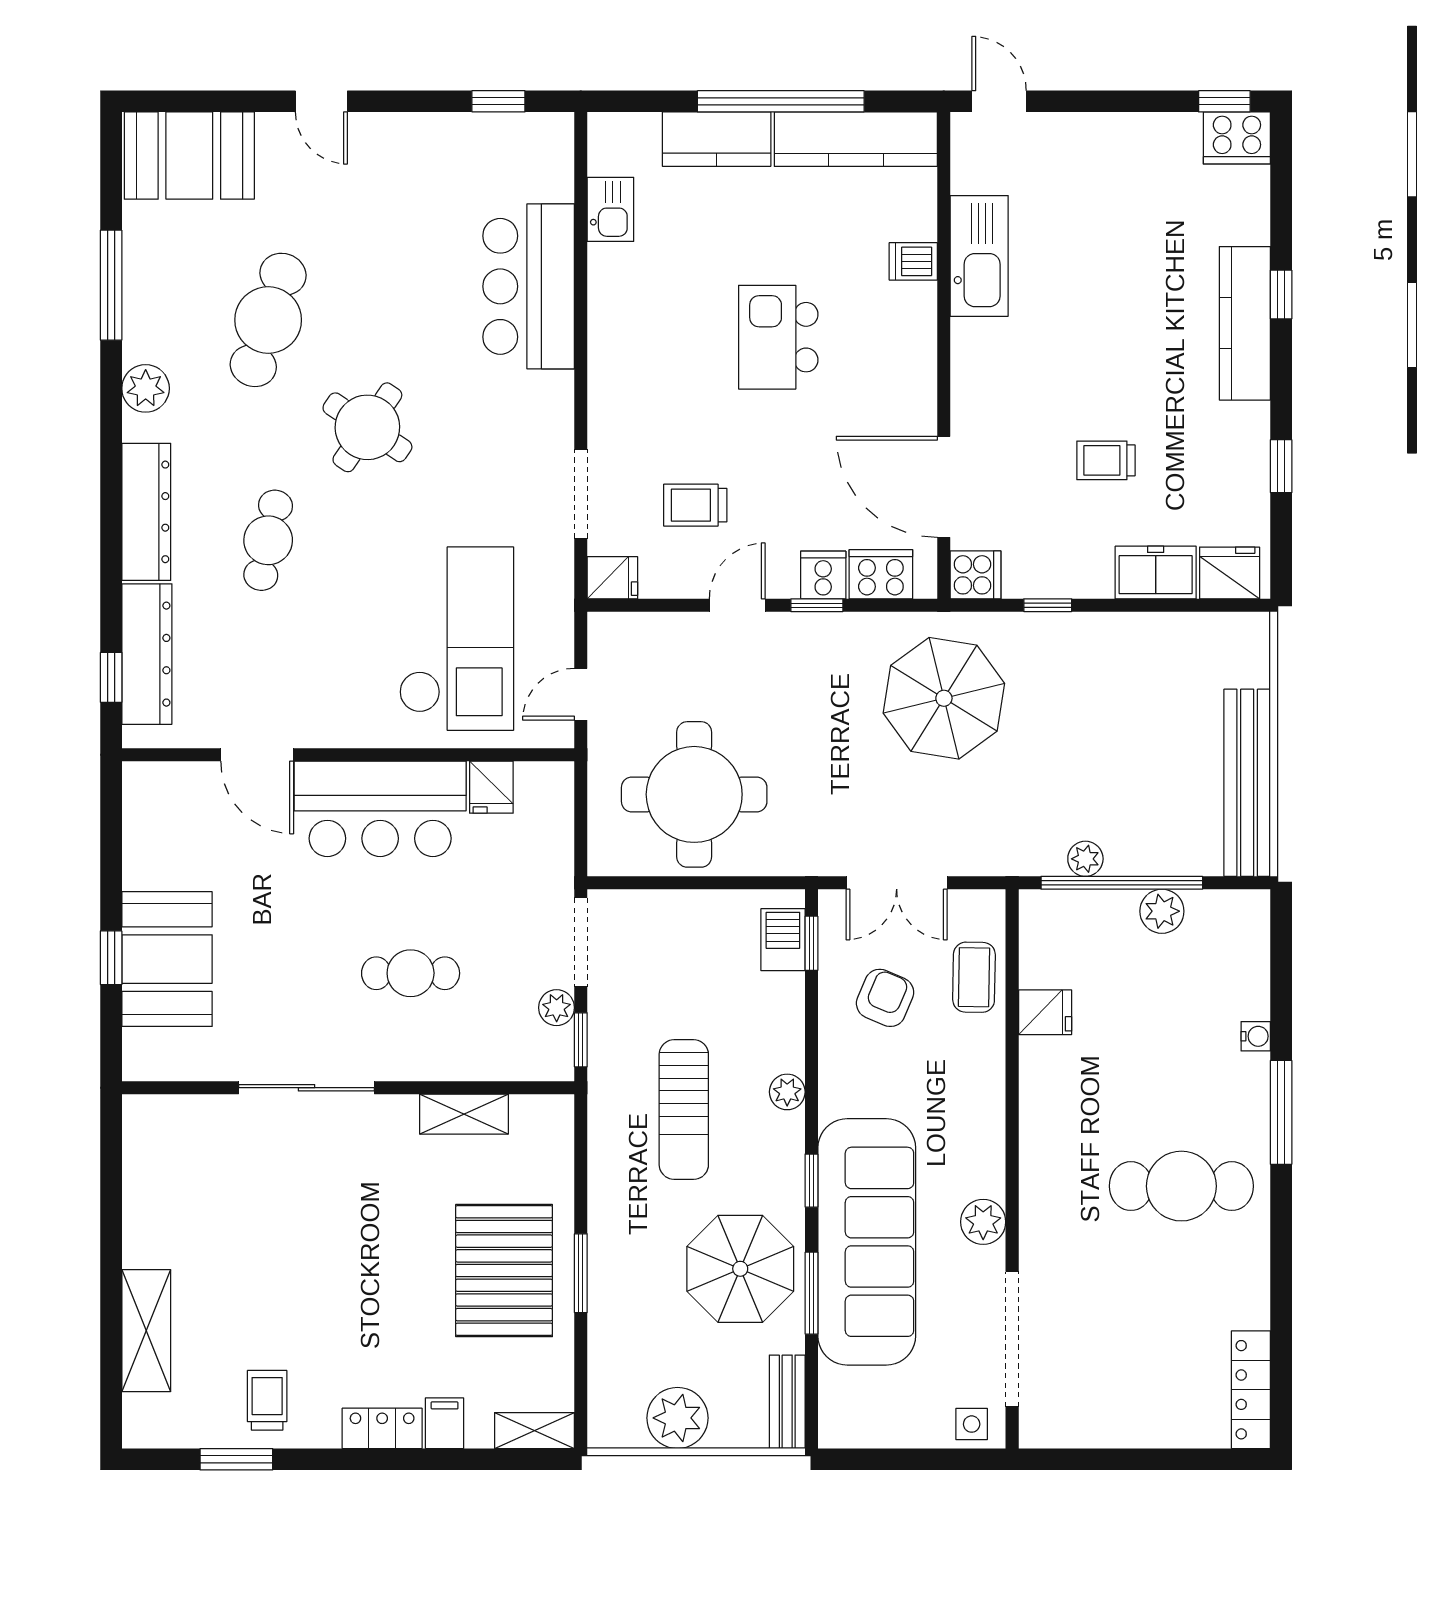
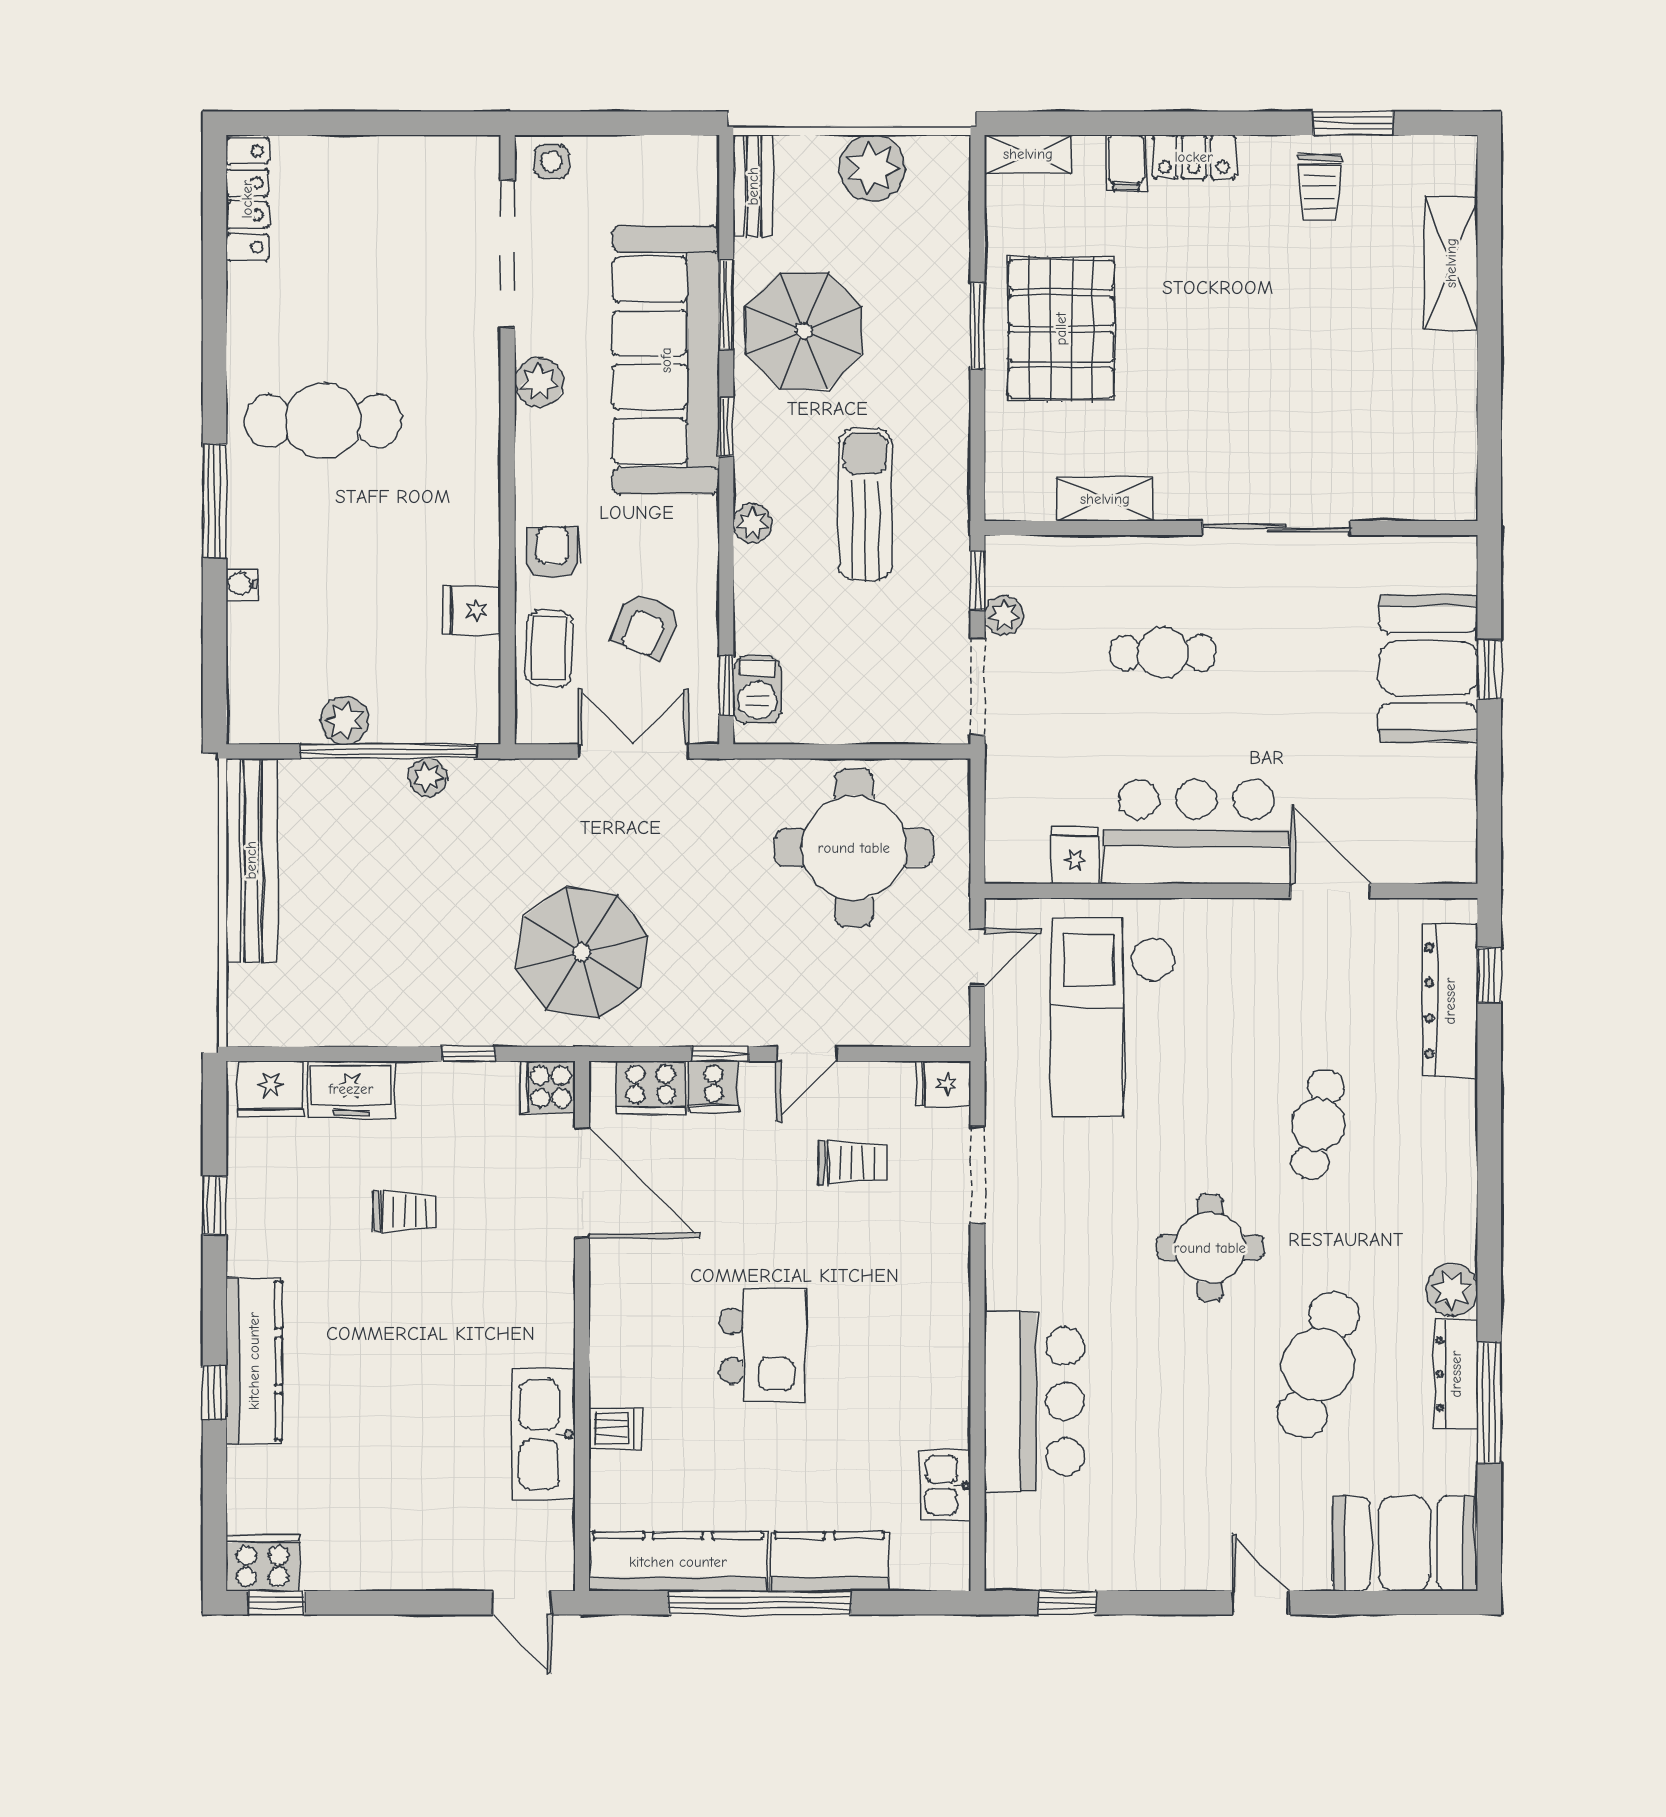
round table: (367, 427) -> (1210, 1248), turned -34
dresser: (146, 512) -> (1456, 1374), moved, width x0.73, depth x0.80
armchair: (971, 1065) -> (553, 553), added

